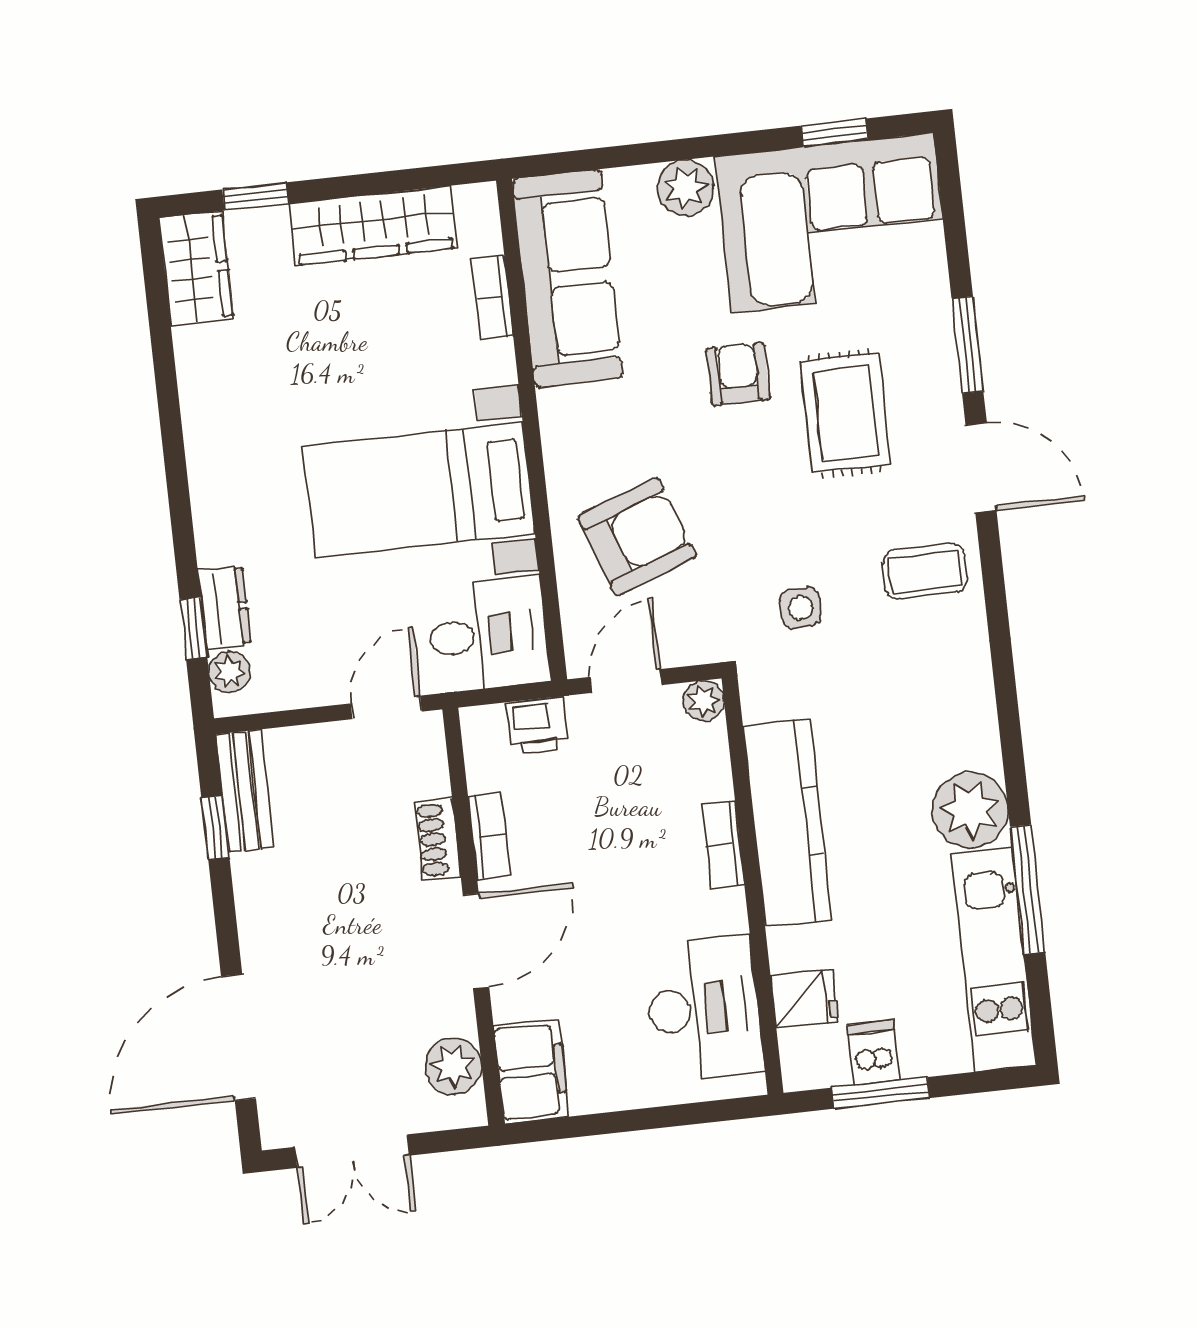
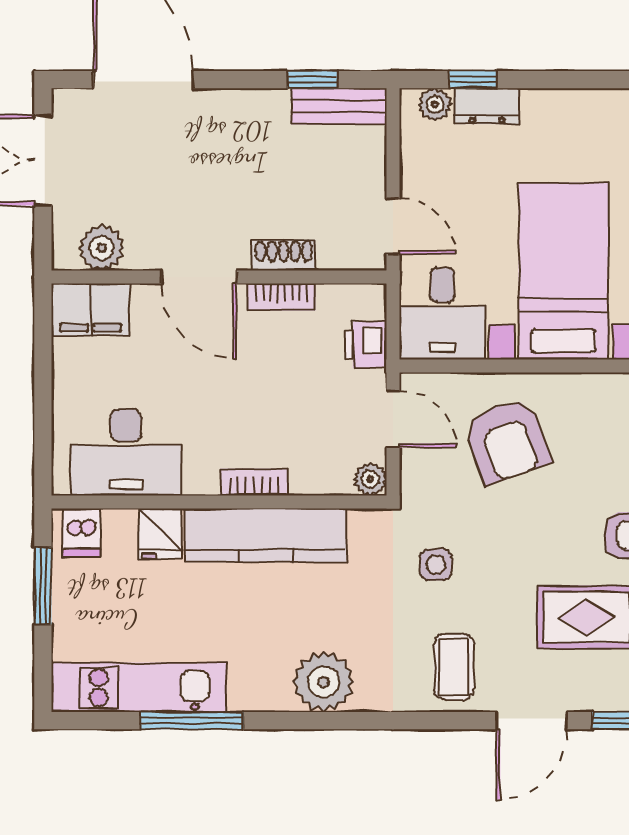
plant: (970, 810) -> (324, 682), moved
fridge: (805, 998) -> (160, 534), moved
dishwasher: (874, 1053) -> (81, 532), moved, turned 90

